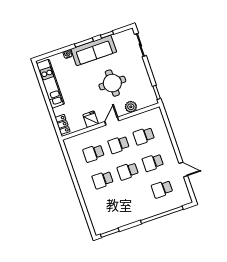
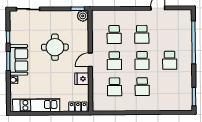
sofa: (94, 50) -> (19, 60), width x0.73
plant: (131, 107) -> (83, 16), moved
door: (112, 121) -> (90, 60), hinge flipped
school desk: (162, 189) -> (170, 60), moved

